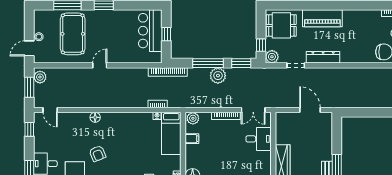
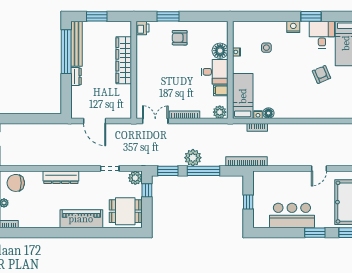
bar counter: (150, 31) -> (292, 216), moved, turned -90
dresser: (323, 57) -> (61, 177), moved
floor lamp: (95, 117) -> (268, 113), moved
desk: (259, 139) -> (214, 72), moved, turned 180
dresser: (328, 152) -> (76, 76), added

